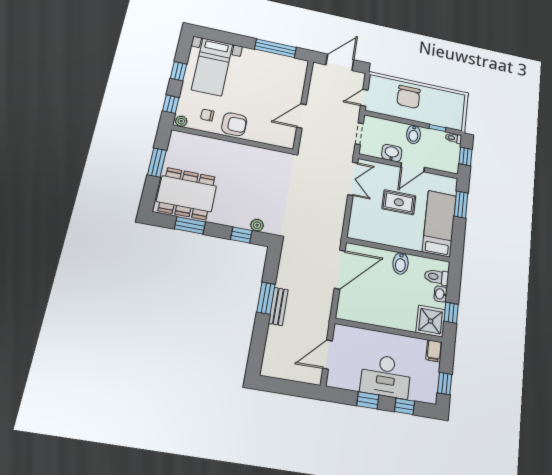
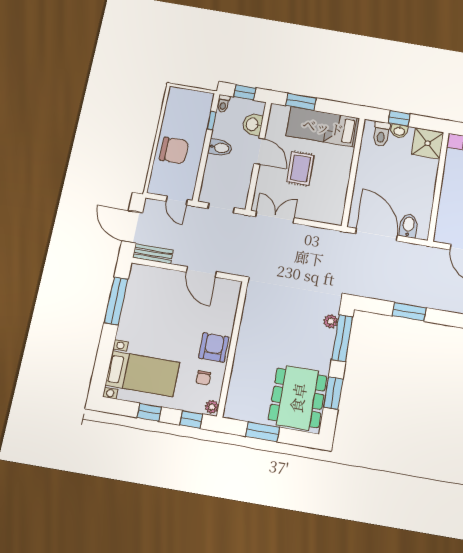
washbasin: (392, 153) -> (253, 124), moved
window: (241, 235) -> (342, 338), width x2.17
bidet: (401, 263) -> (408, 226), moved, turned -90
bench: (278, 306) -> (153, 254), moved
window: (451, 313) -> (399, 118), moved

